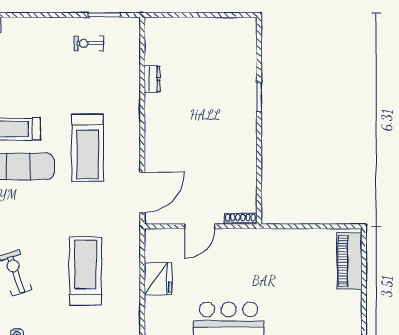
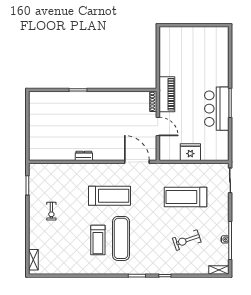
exercise bike: (89, 43) -> (51, 211), moved
dresser: (152, 79) -> (84, 156), moved
piano: (349, 261) -> (167, 94), moved, turned -90

